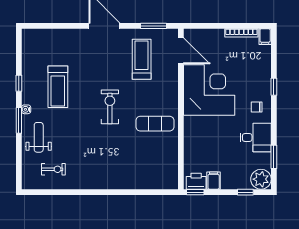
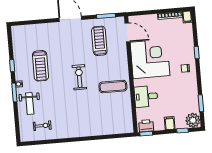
weight bench: (39, 137) -> (30, 103), turned 180
desk: (256, 137) -> (146, 96), moved, turned 180
filing cabinet: (214, 181) -> (170, 123), moved

